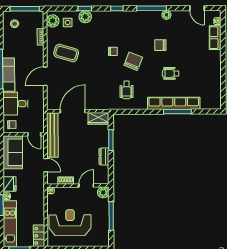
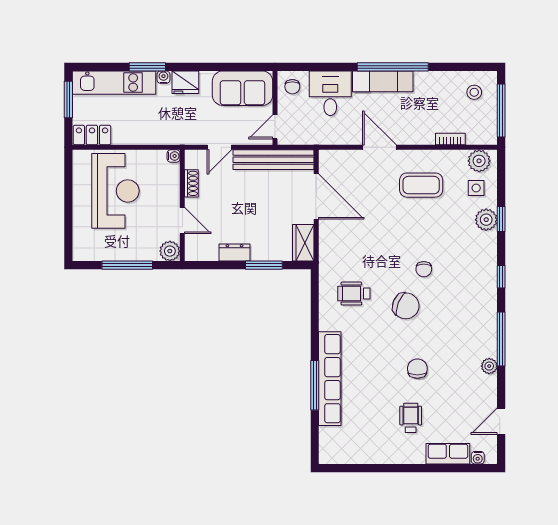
chair: (160, 45) -> (417, 369), moved
coffee table: (66, 53) -> (421, 185), turned 74
wheelchair: (171, 73) -> (411, 418), moved

